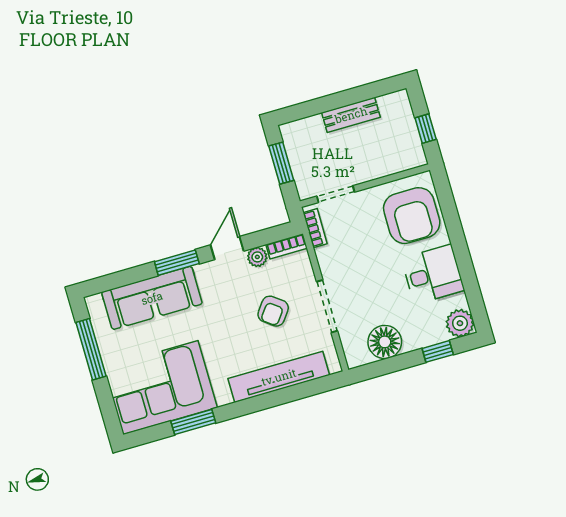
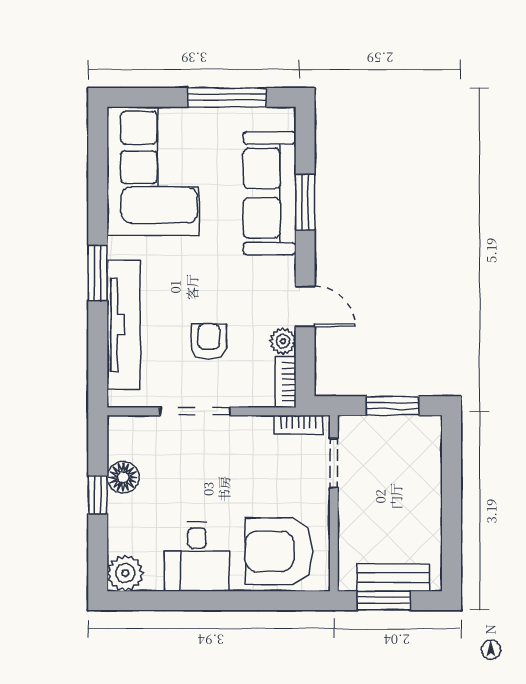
bench: (351, 115) -> (393, 577), moved, turned 90
window: (426, 129) -> (384, 601), width x1.50
window: (177, 263) -> (305, 202), moved
armchair: (273, 311) -> (209, 341), turned 53
floor lamp: (385, 342) -> (123, 477), width x0.73, depth x0.73
window: (438, 351) -> (98, 495), moved
window: (193, 422) -> (98, 273), moved

